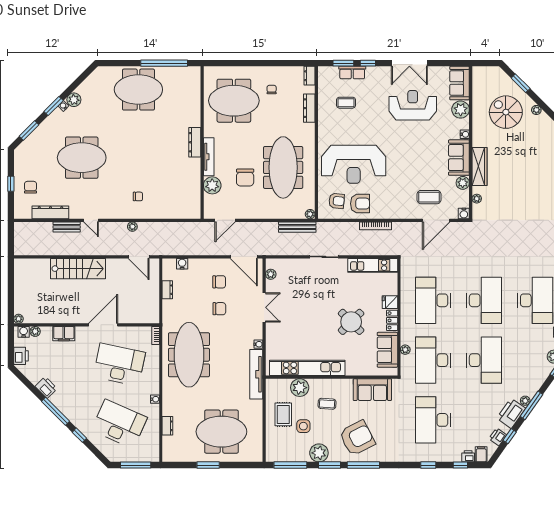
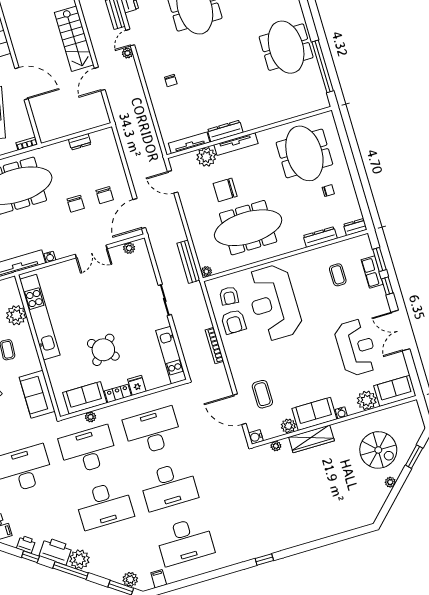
spiral stairs: (506, 112) -> (378, 450), turned 90
dresser: (195, 142) -> (225, 131), moved
tv unit: (196, 197) -> (189, 143), added
plant: (132, 227) -> (127, 53), moved
door: (139, 257) -> (100, 79), moved
water cooler: (182, 264) -> (112, 149), removed
plant: (525, 401) -> (79, 559), width x1.88, depth x1.88

